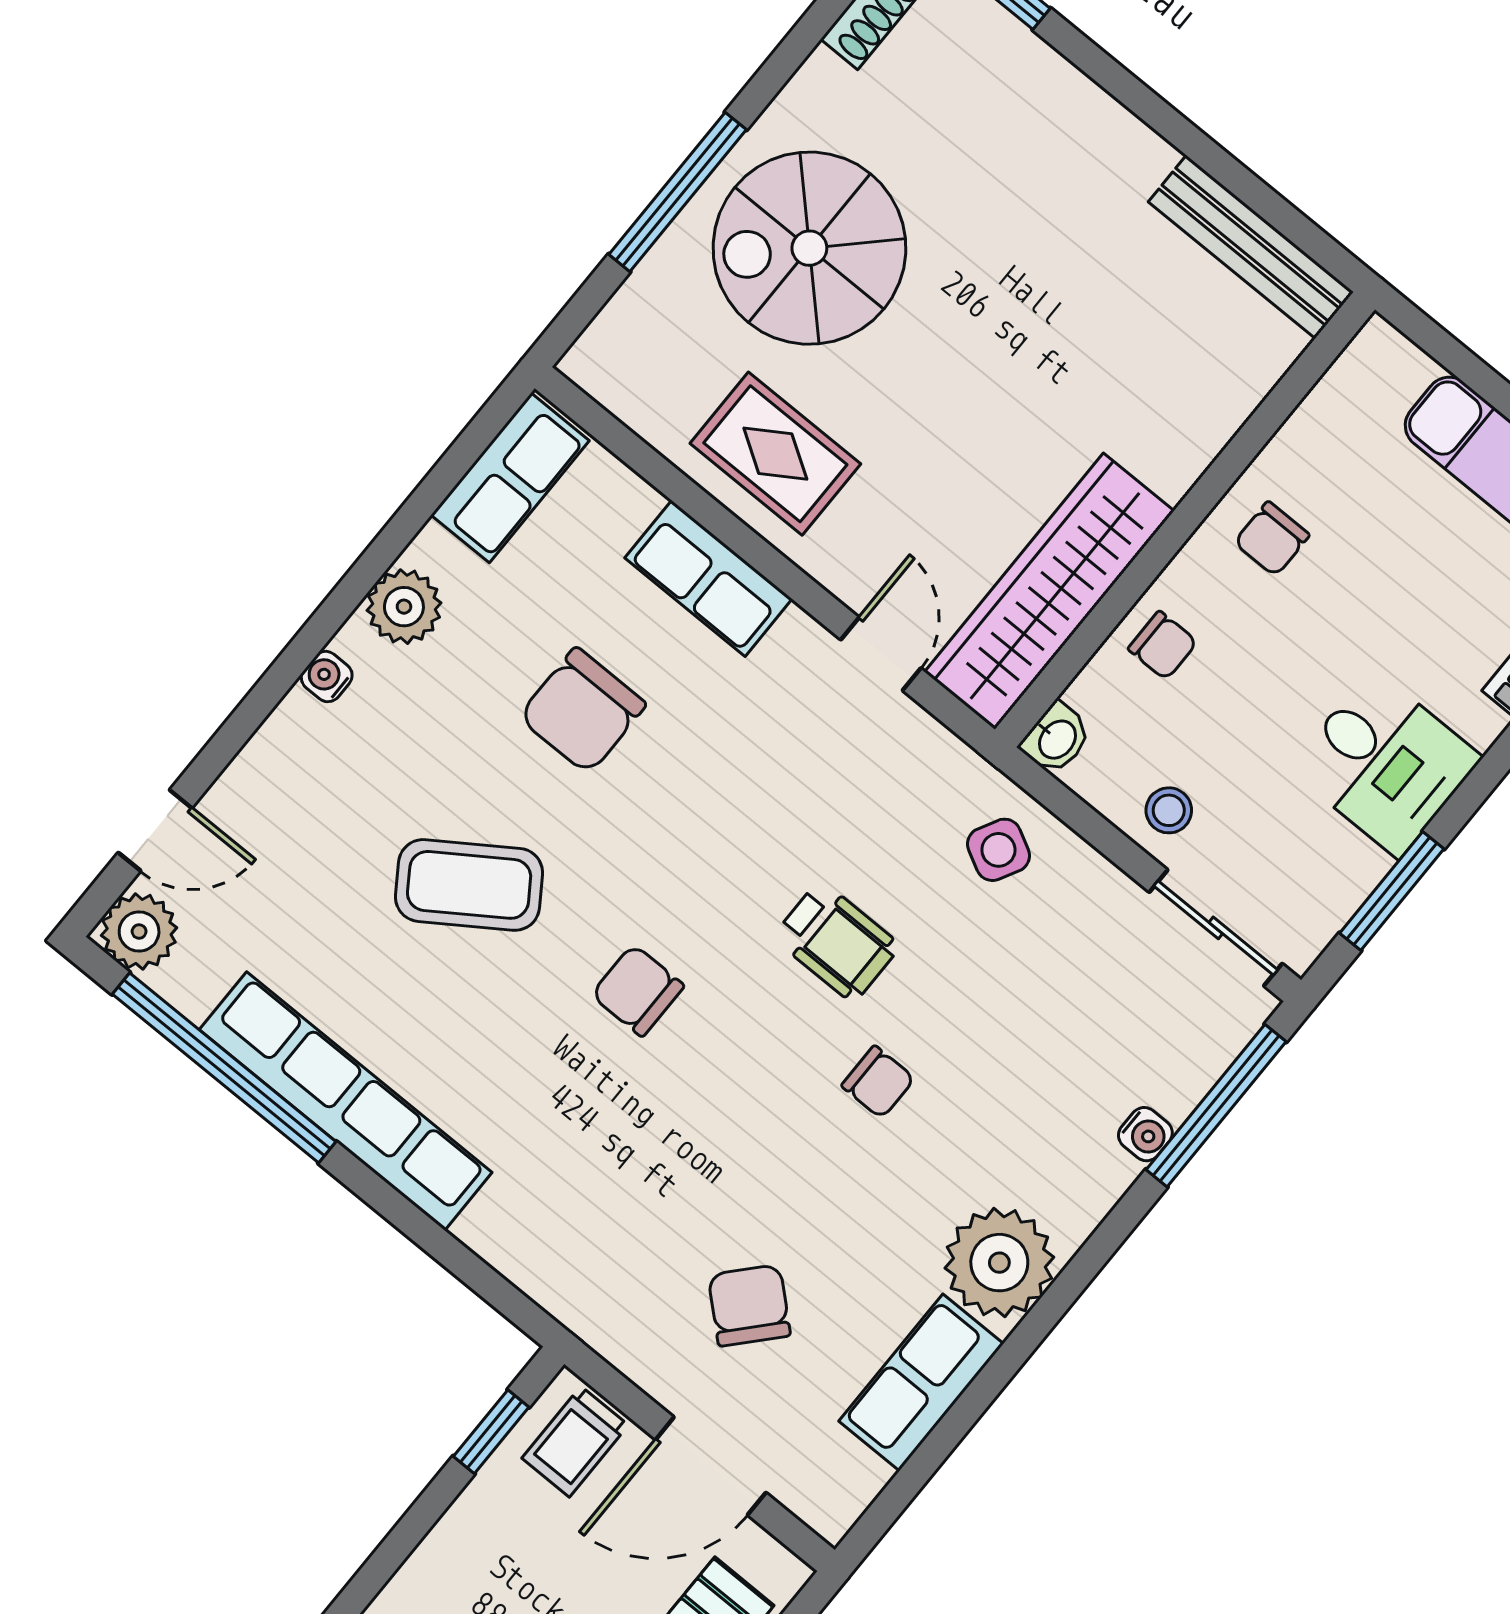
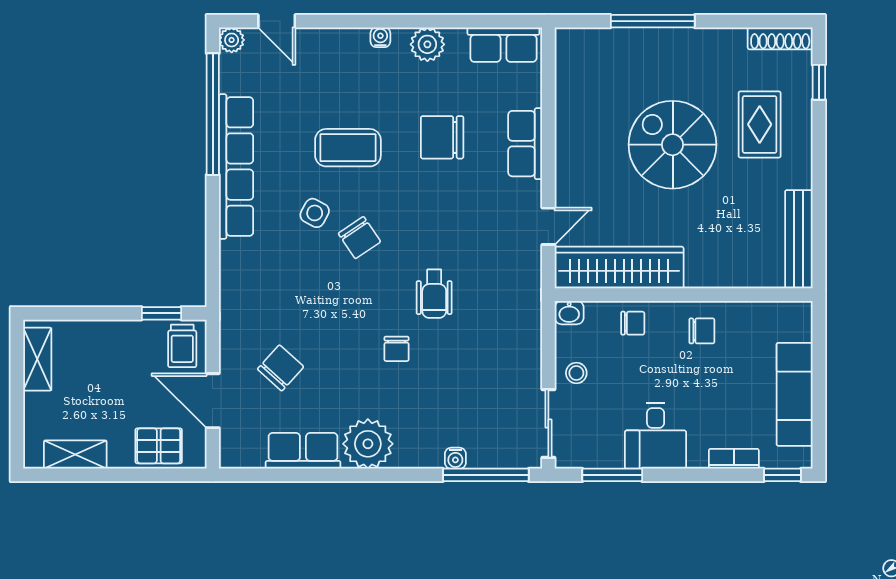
spiral stairs: (809, 248) -> (673, 145), moved
rug: (775, 454) -> (760, 124), moved
chair: (1272, 539) -> (702, 331), turned 180
chair: (1163, 645) -> (633, 323), turned -90
side table: (998, 850) -> (315, 213), moved
coffee table: (469, 885) -> (348, 148), turned -56
plant: (139, 931) -> (232, 40), width x0.73, depth x0.73
chair: (638, 990) -> (359, 238), turned 146
trolley: (575, 1442) -> (182, 346), turned -90

